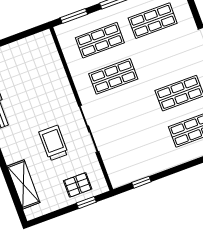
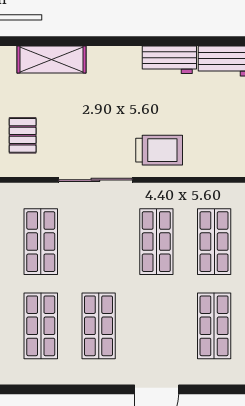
trolley: (54, 143) -> (159, 150), moved
shop shelf: (140, 149) -> (41, 242), added

